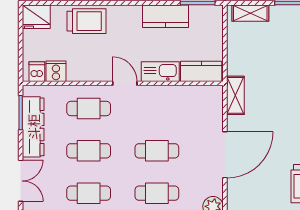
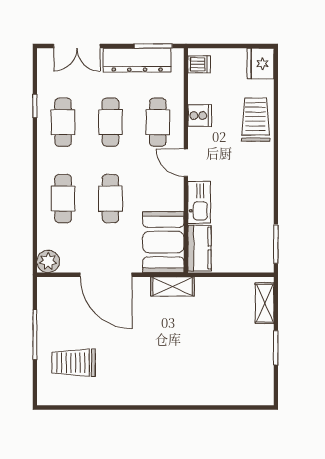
kitchen counter: (165, 16) -> (261, 208), removed
trolley: (86, 21) -> (255, 120), turned 180
cooker: (56, 71) -> (200, 116), moved
door: (125, 83) -> (186, 163), swing flipped
booth: (196, 104) -> (163, 242), added

